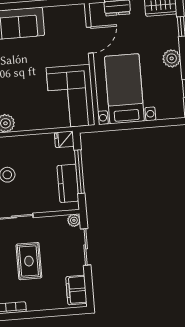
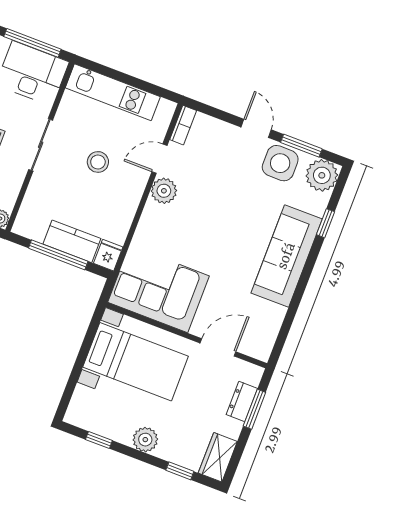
door: (90, 40) -> (218, 347), swing flipped
kitchen counter: (68, 183) -> (72, 241), moved

